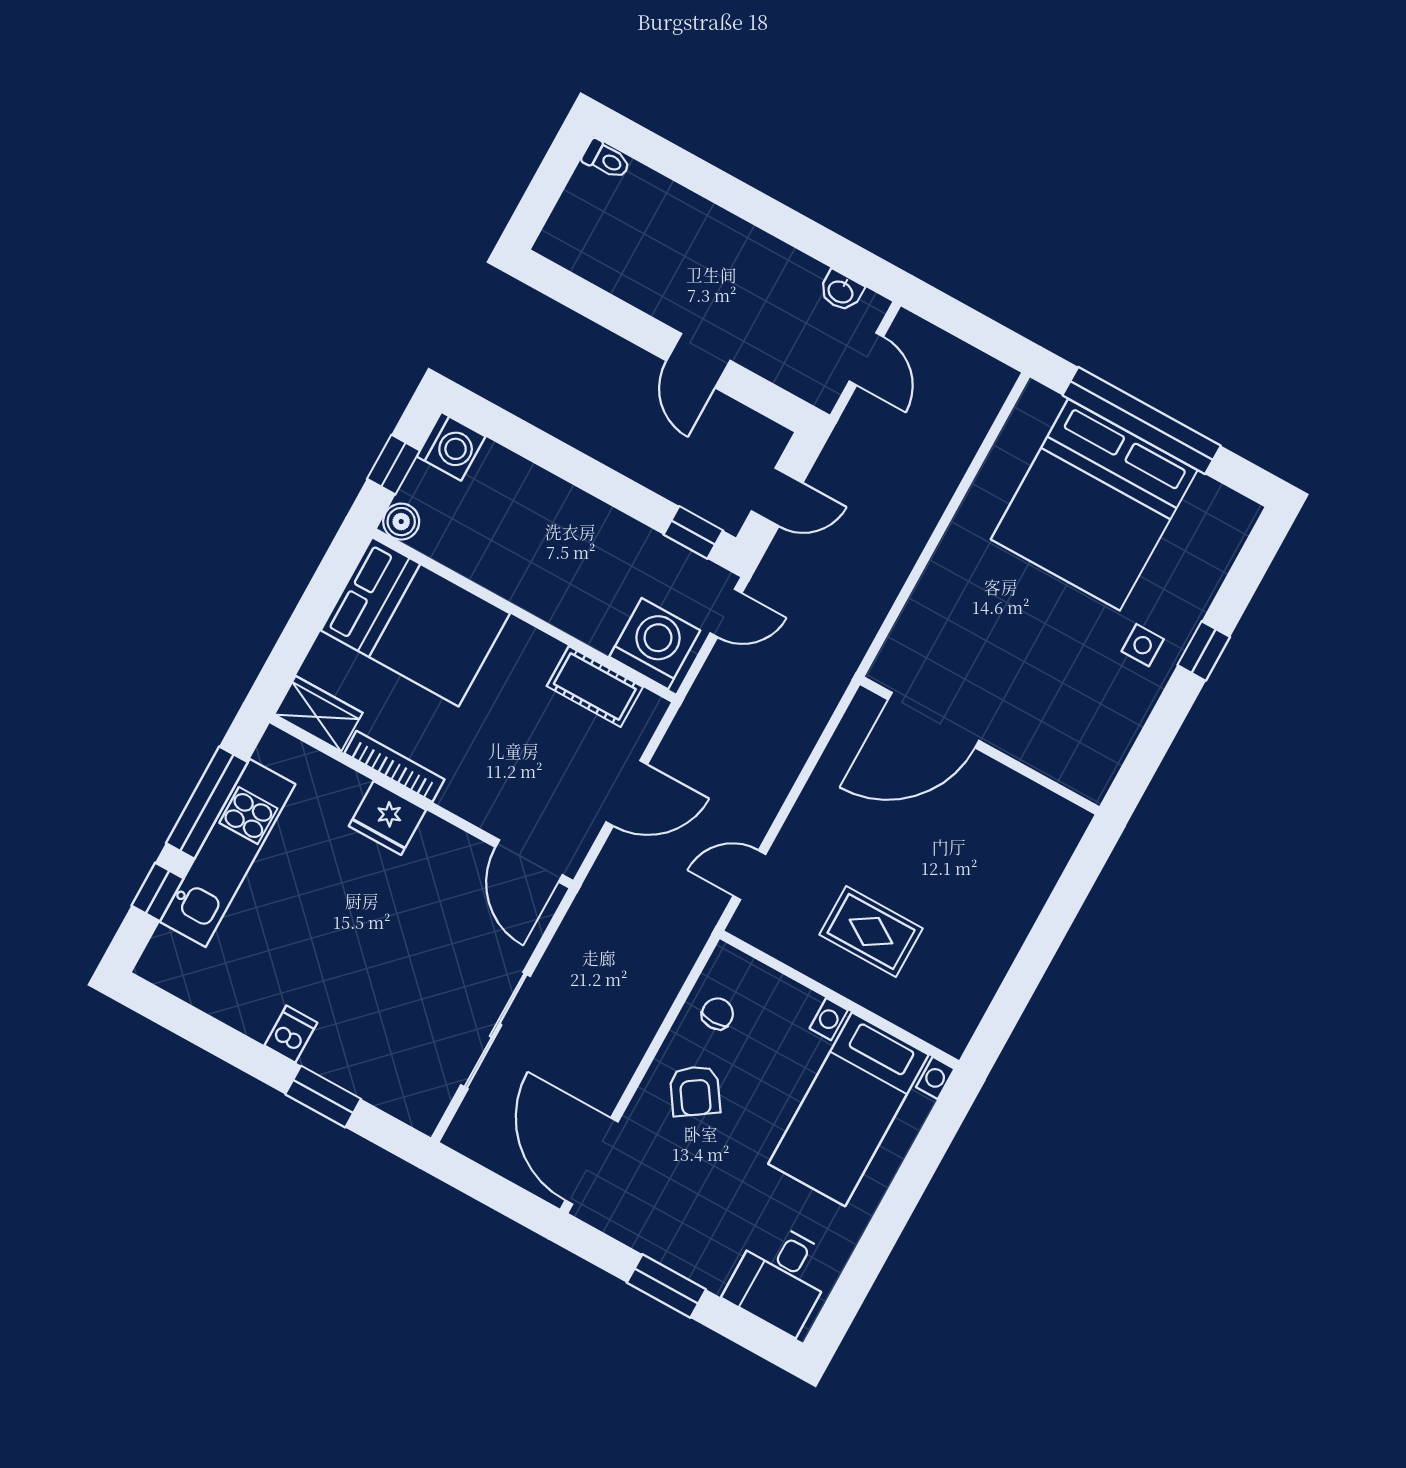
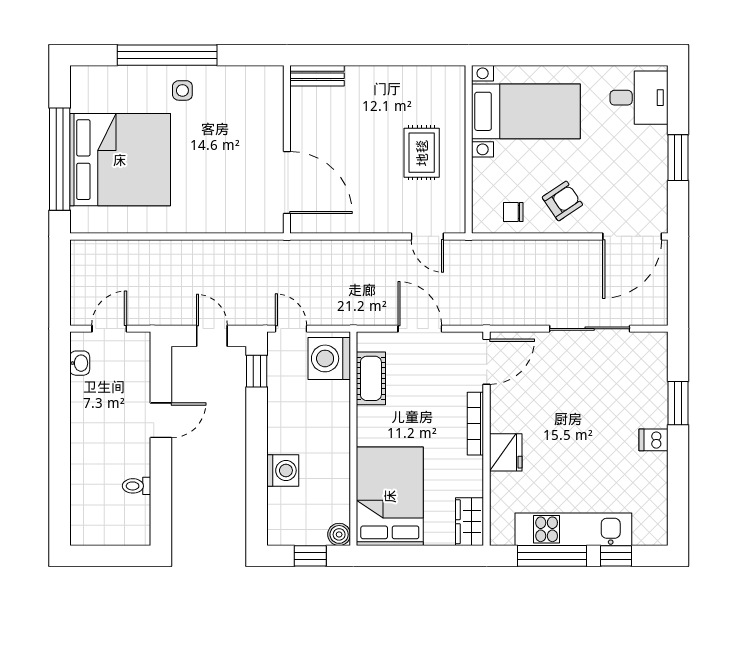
toilet: (606, 159) -> (137, 486), moved, turned -90
washing machine: (451, 446) -> (283, 470), moved, turned 90
window: (1204, 651) -> (167, 55), width x3.17
bookcase: (394, 766) -> (475, 424), moved
bench: (1059, 845) -> (317, 76), added

